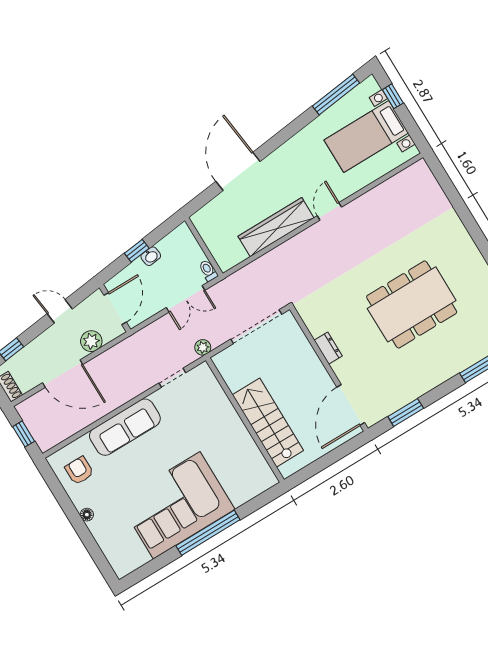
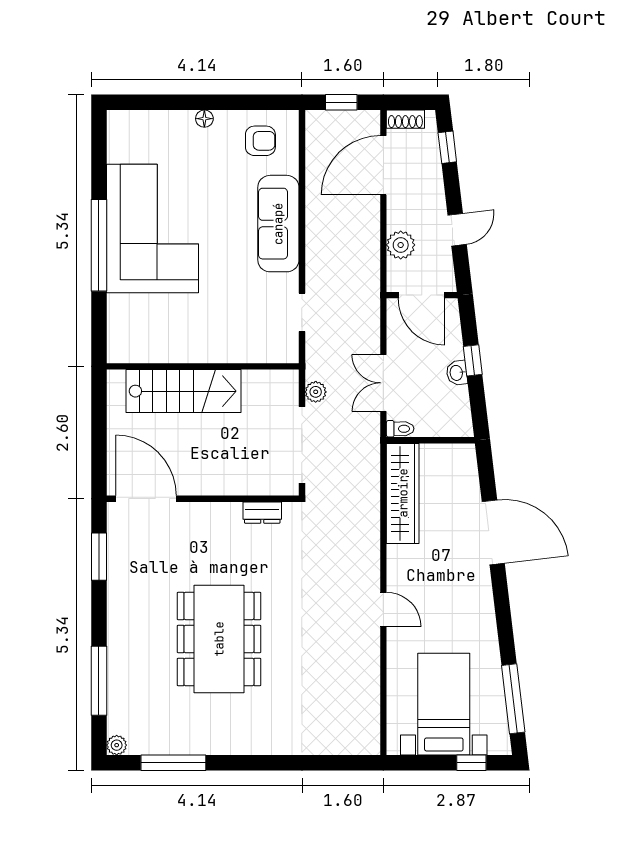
wardrobe: (276, 227) -> (403, 493), moved
plant: (203, 347) -> (316, 392), moved
dresser: (328, 348) -> (262, 513), moved
door: (63, 374) -> (383, 165), moved

